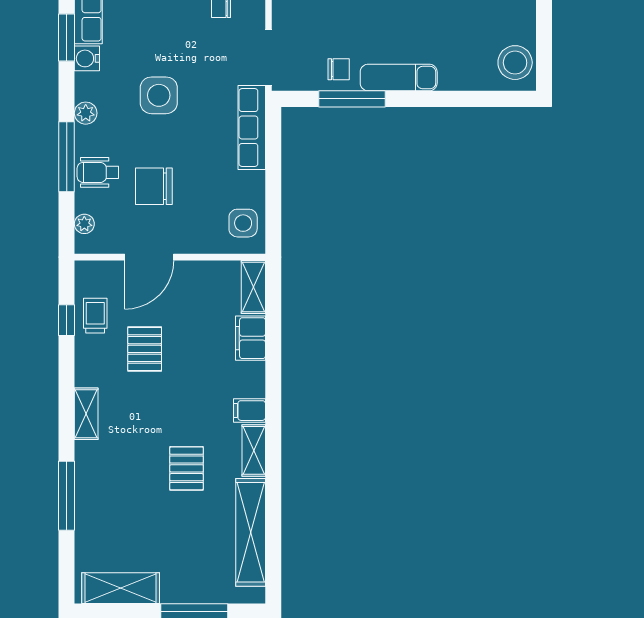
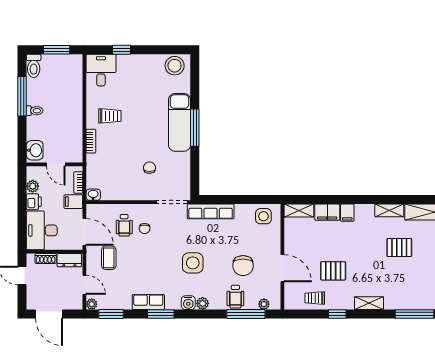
water cooler: (87, 58) -> (188, 303), moved
chair: (339, 69) -> (149, 168), moved
exam couch: (399, 78) -> (179, 122), width x1.36, depth x1.45
window: (352, 99) -> (195, 128), moved
window: (67, 157) -> (246, 314), moved
window: (67, 320) -> (337, 314), moved
filing cabinet: (249, 411) -> (347, 213), moved

